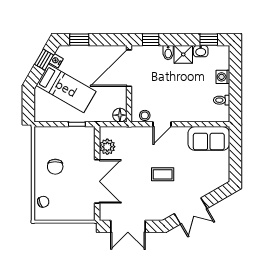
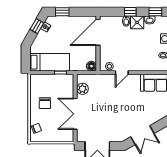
window: (151, 40) -> (130, 12), moved
bed: (66, 88) -> (50, 62), moved, turned -30
coffee table: (163, 174) -> (122, 109), removed
double door: (97, 181) -> (75, 114), swing flipped

